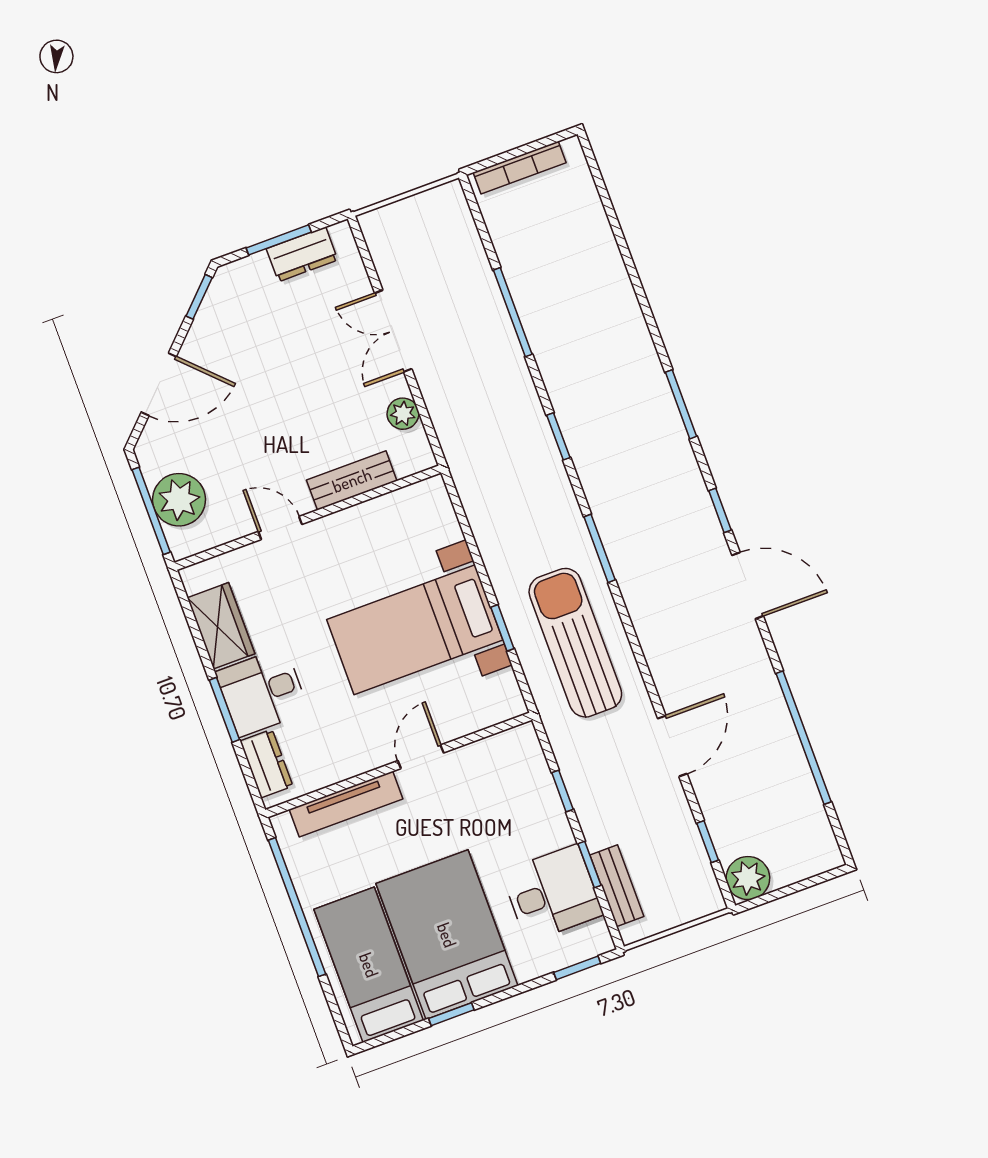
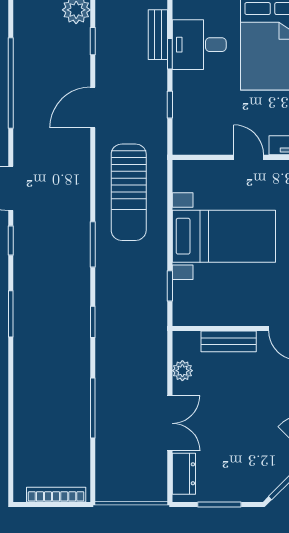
dresser: (302, 254) -> (184, 474), moved, turned 90
window: (502, 628) -> (170, 286), moved
door: (421, 757) -> (249, 157), swing flipped

